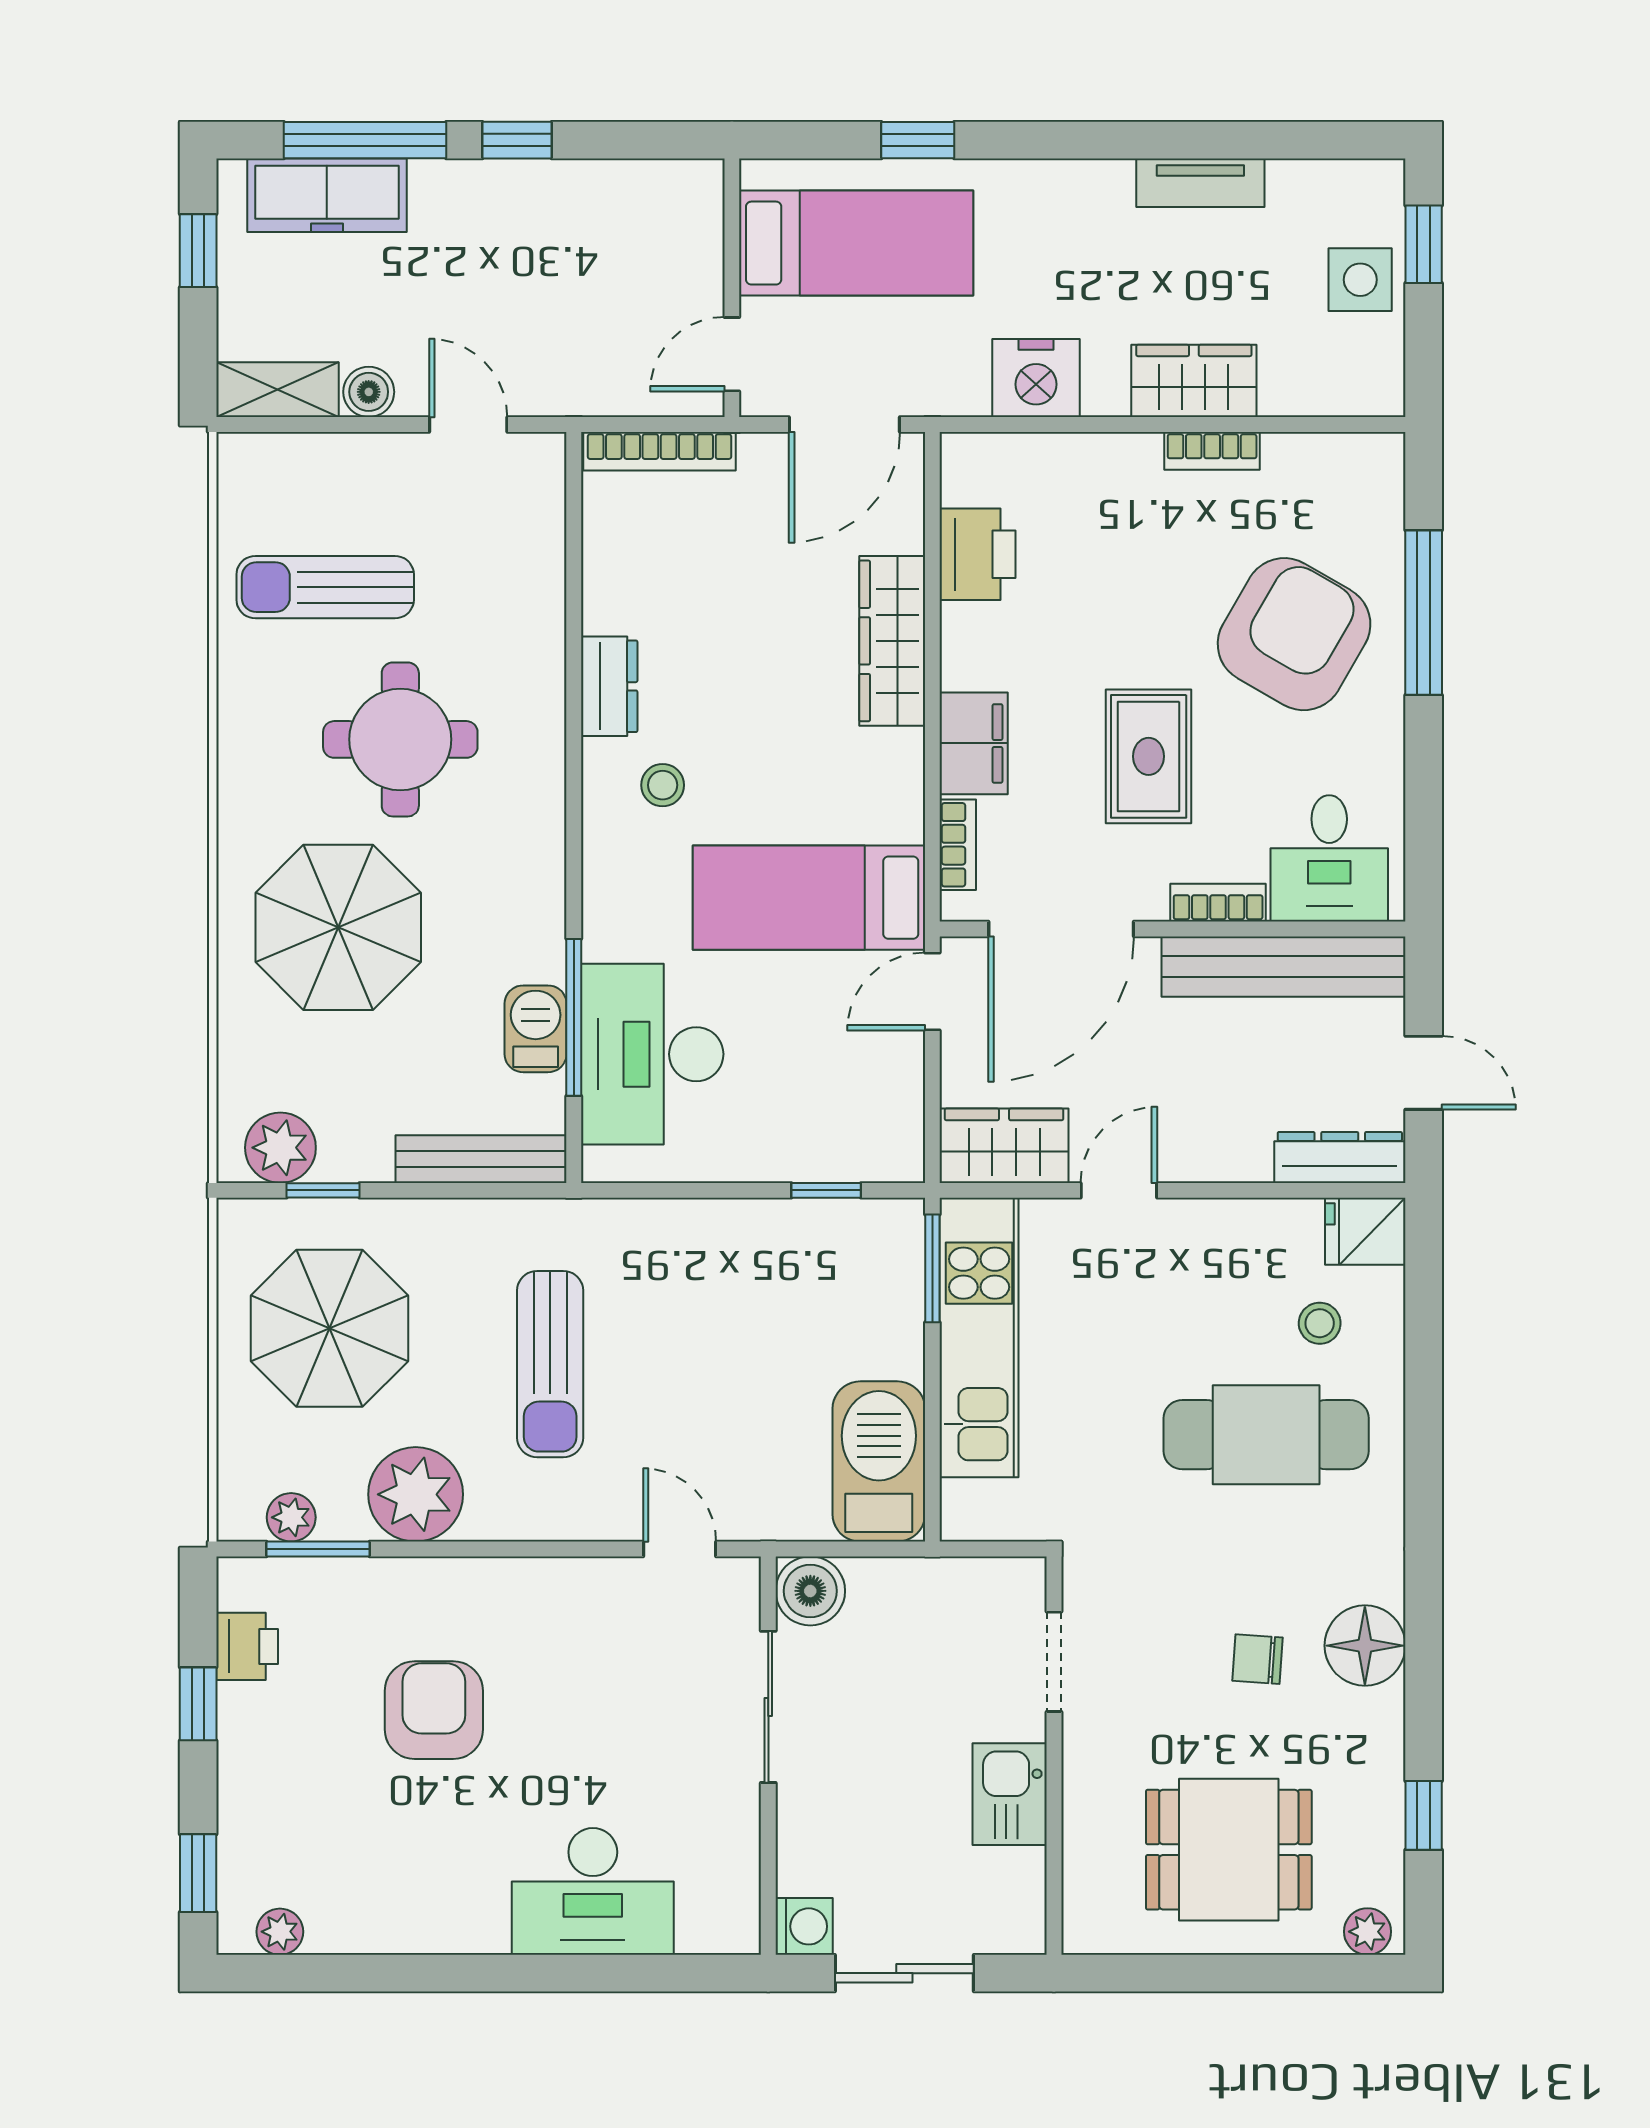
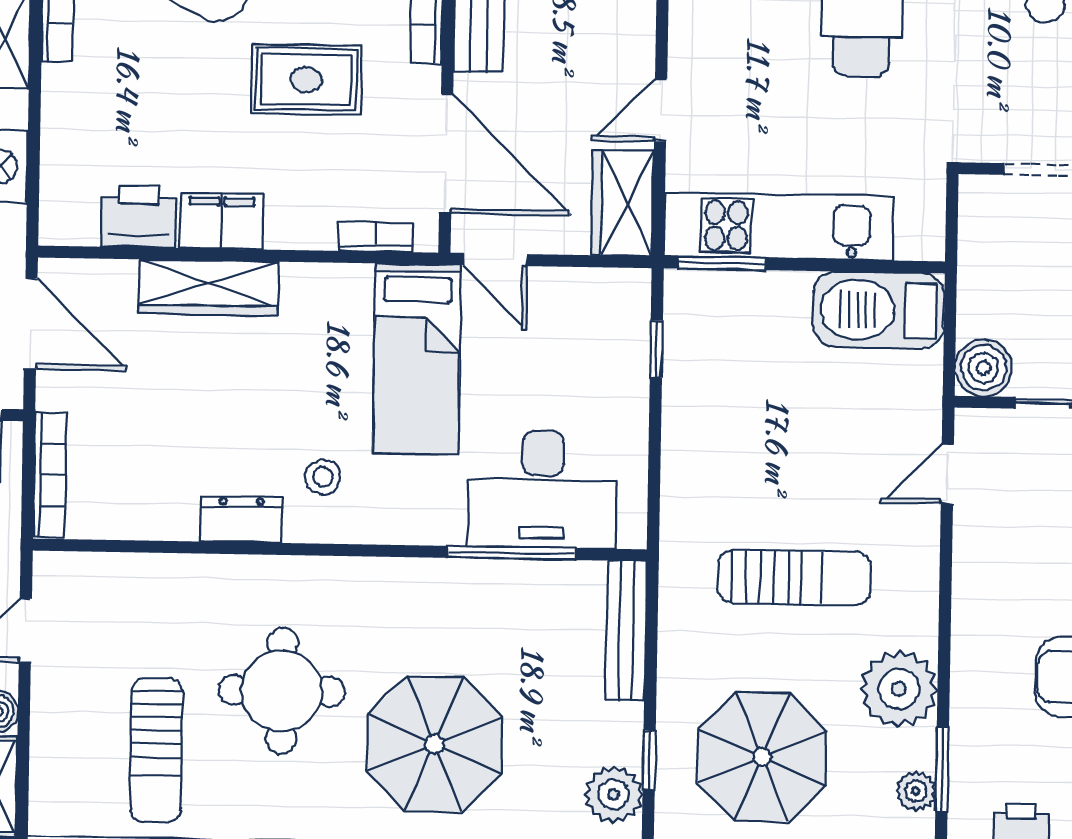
filing cabinet: (974, 743) -> (222, 221), moved
barbecue: (536, 1029) -> (520, 584), removed
door: (1119, 1190) -> (661, 110), hinge flipped

